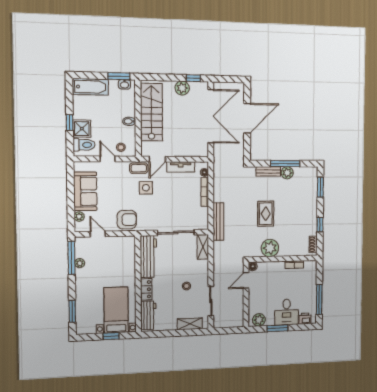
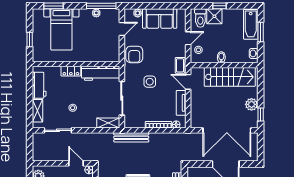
window: (119, 76) -> (261, 32), moved
side table: (146, 188) -> (150, 82), moved
bed with nightstands: (116, 310) -> (61, 29), moved, turned 90
workbench: (148, 315) -> (39, 85), moved, turned -90

